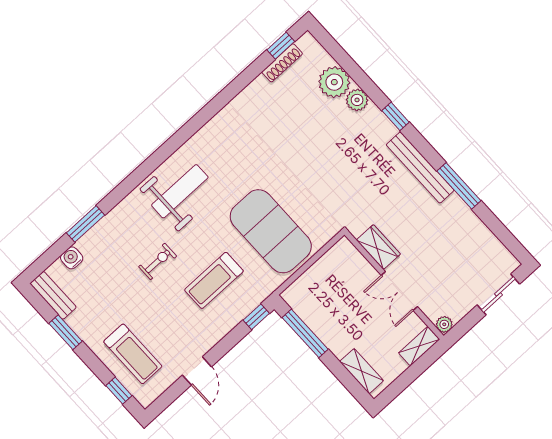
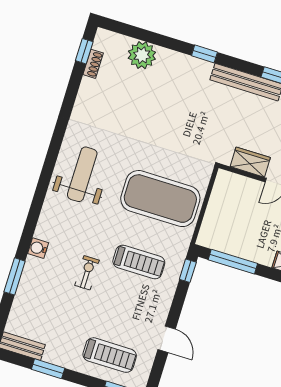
shoe rack: (282, 63) -> (93, 64), width x0.70
plant: (357, 100) -> (167, 59), removed
weight bench: (180, 191) -> (82, 174), moved
water cooler: (72, 258) -> (38, 248), moved
treadmill: (214, 280) -> (139, 262), turned -90

